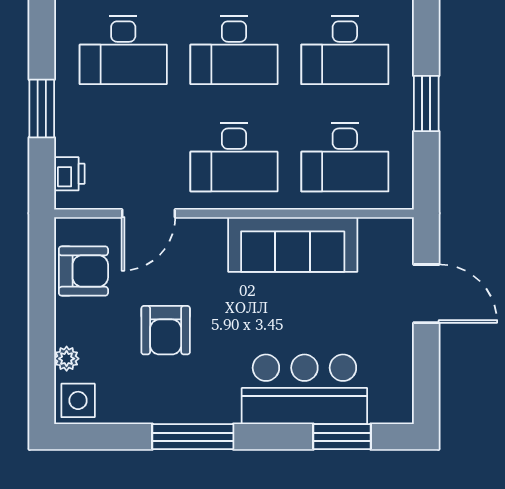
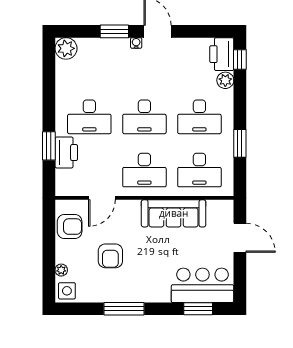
printer: (69, 174) -> (66, 153), moved, width x1.87, depth x1.48
bar counter: (304, 389) -> (202, 285), moved

